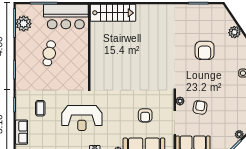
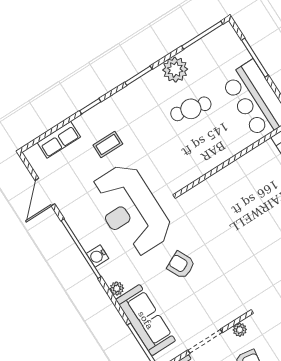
plant: (24, 24) -> (175, 70), moved
armchair: (145, 115) -> (181, 265), moved, turned 64
reception desk: (82, 118) -> (131, 210), width x1.36, depth x1.30

